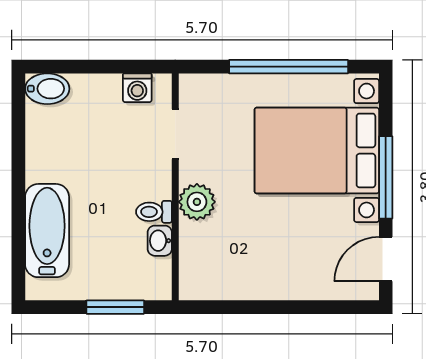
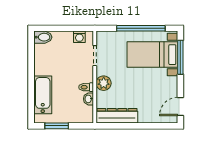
bed with nightstands: (317, 150) -> (152, 55), width x0.73
window: (386, 177) -> (180, 57), moved
dresser: (230, 282) -> (117, 116), added
window: (115, 307) -> (57, 126), moved

